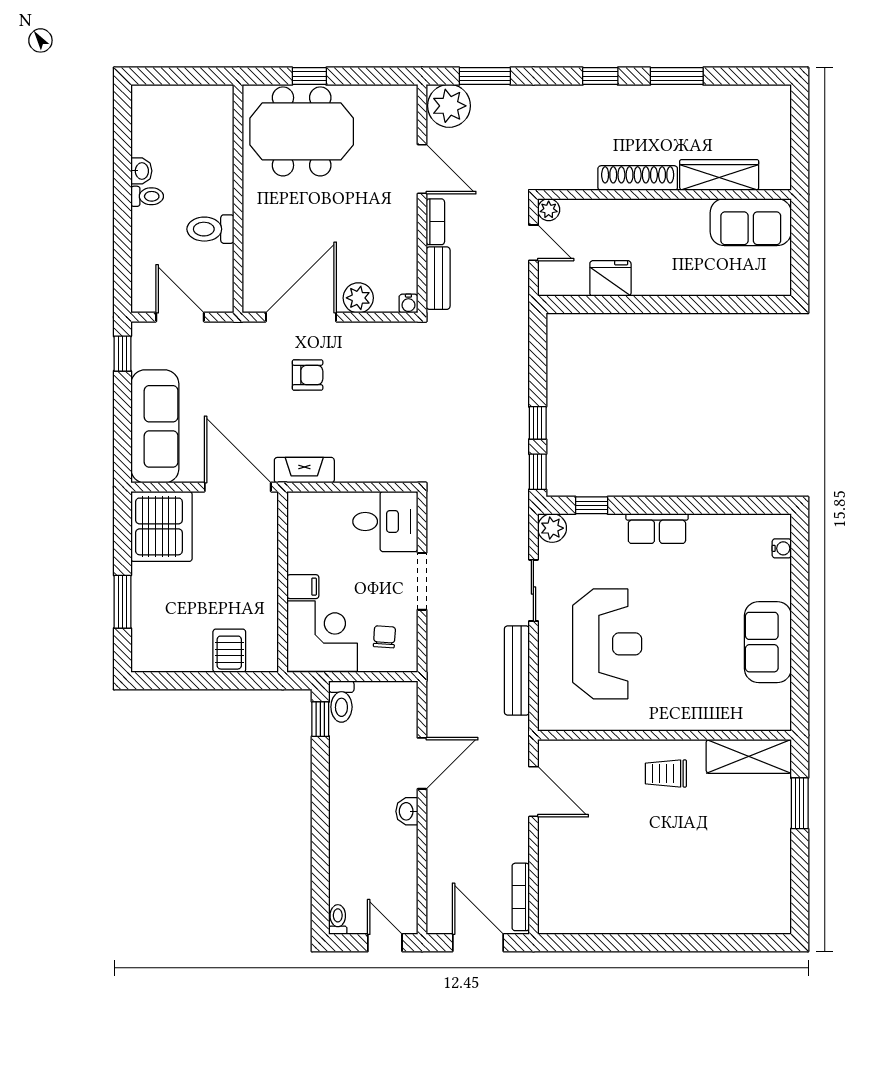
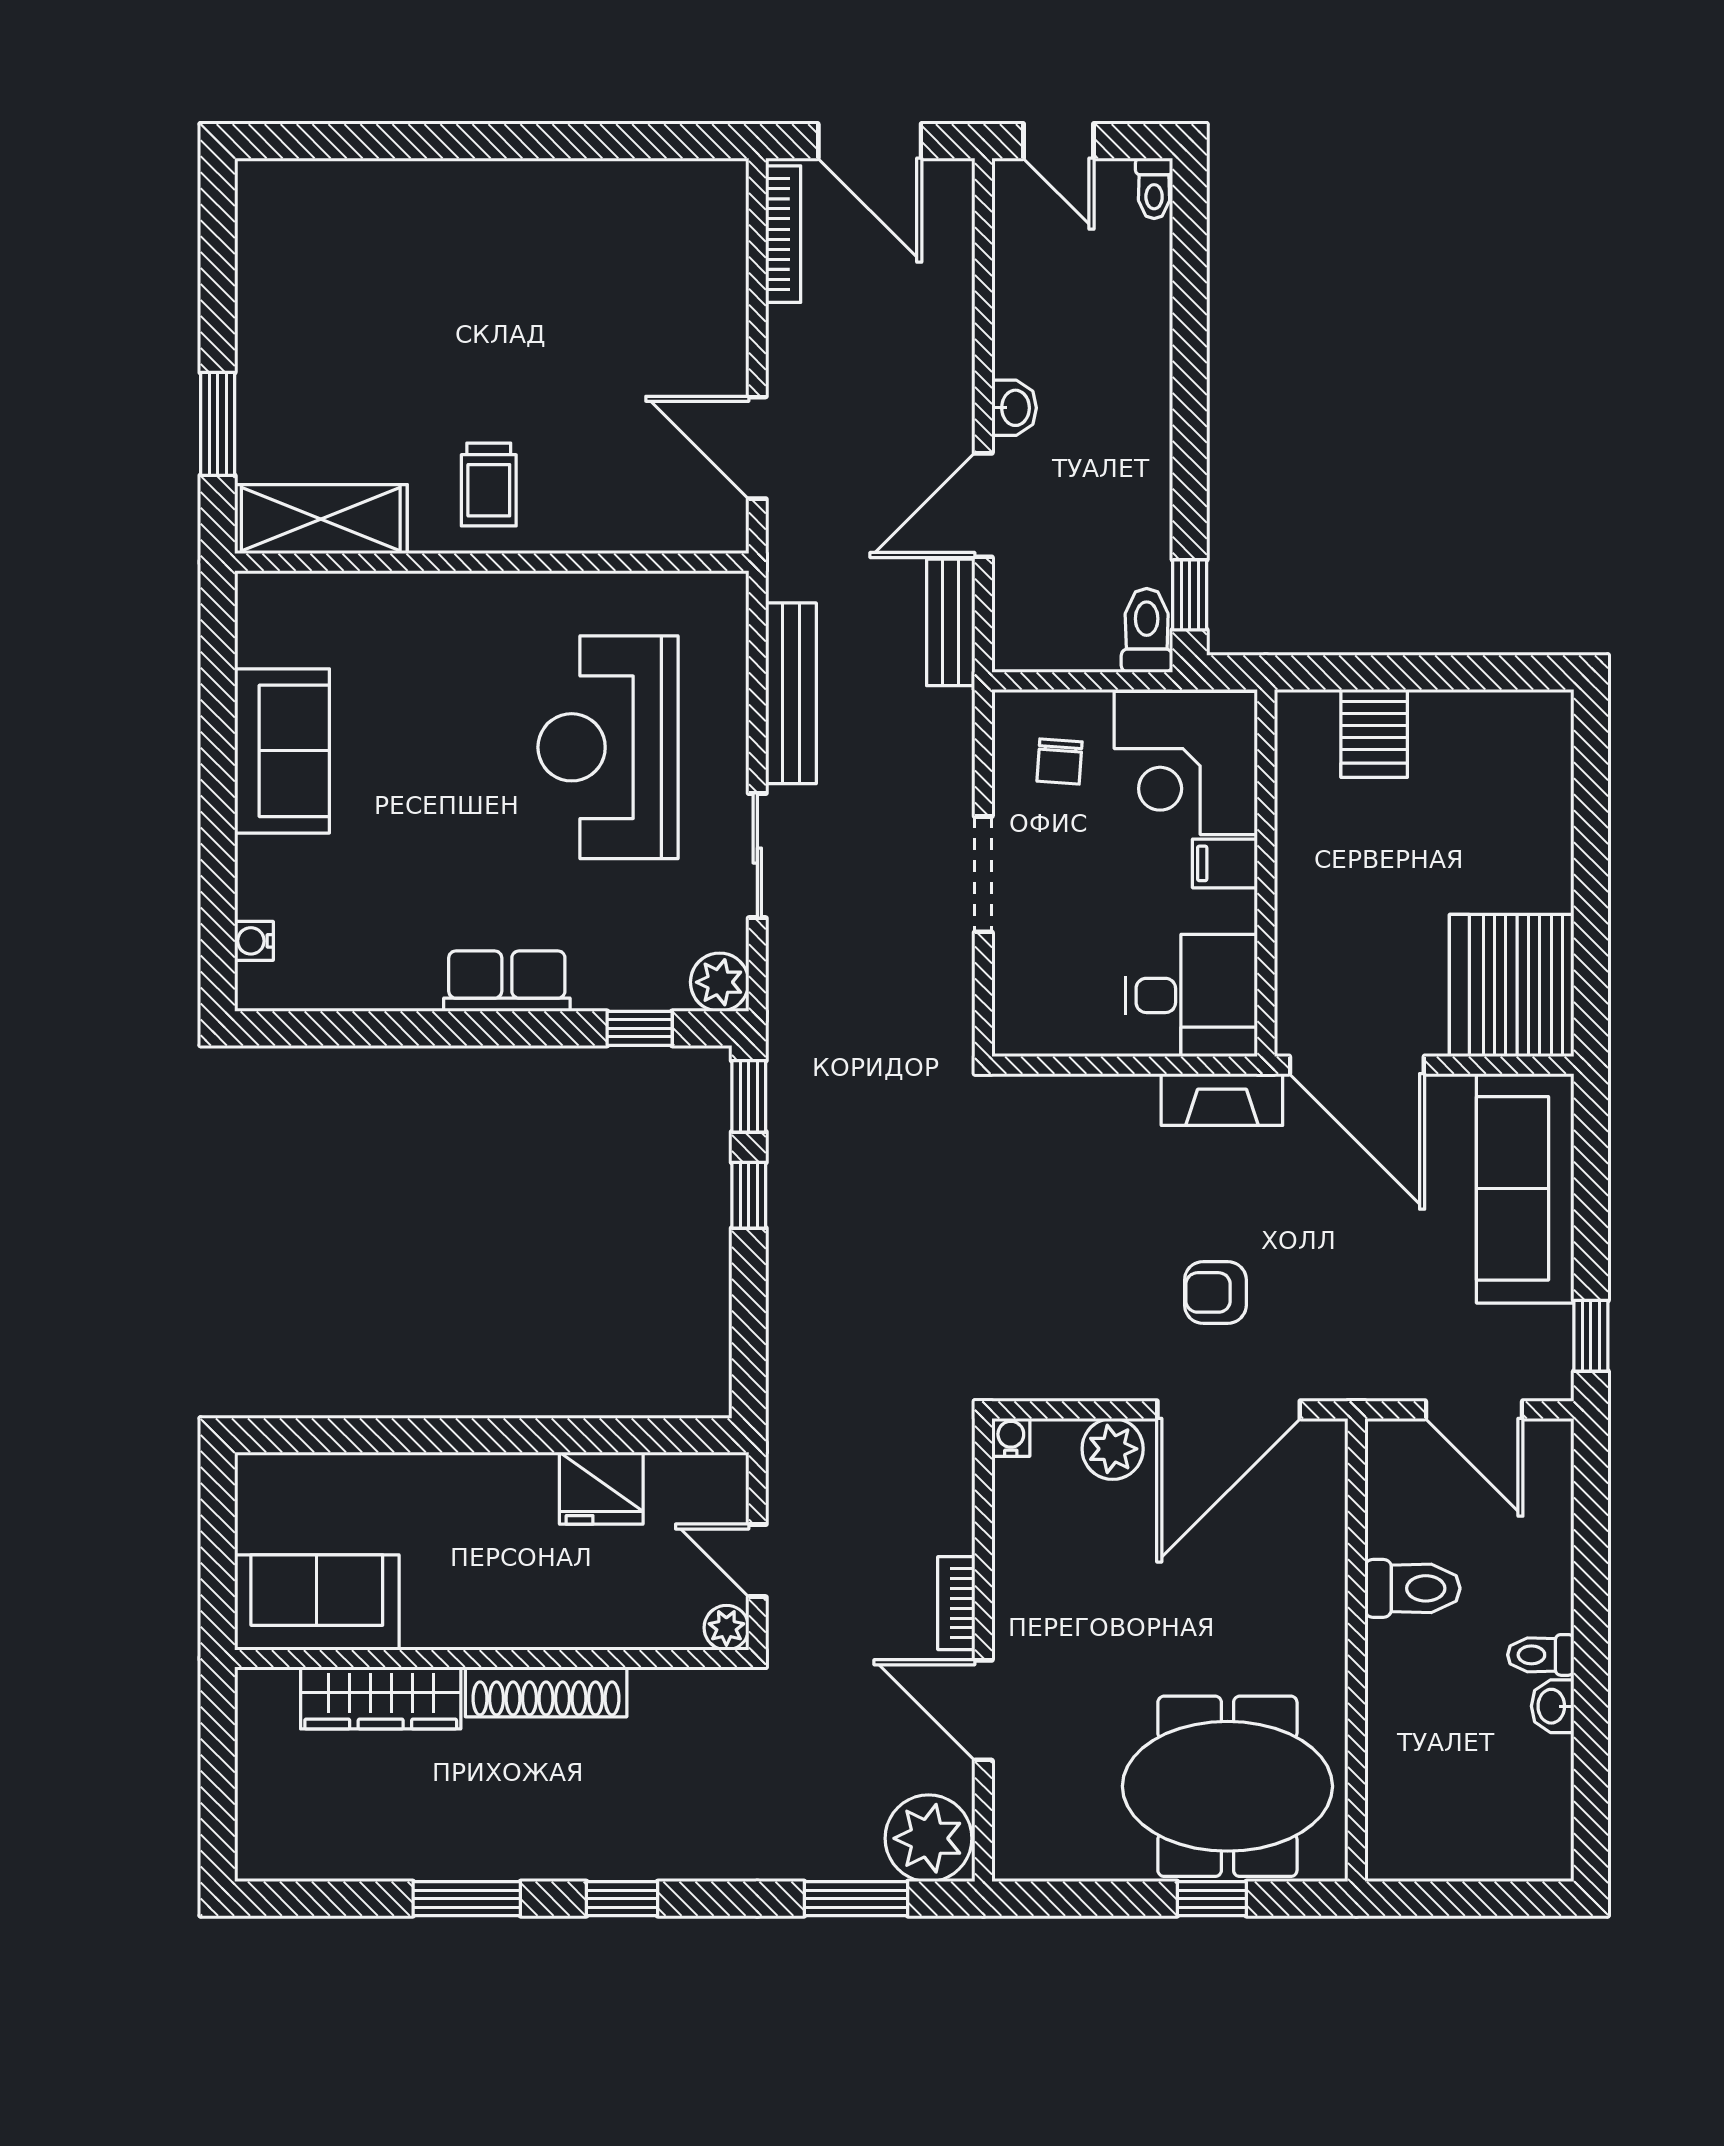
bench: (438, 278) -> (951, 622), moved
desk: (385, 521) -> (1191, 995), moved, turned 180
window: (122, 602) -> (1591, 833), removed
trolley: (666, 773) -> (489, 484), turned 90

